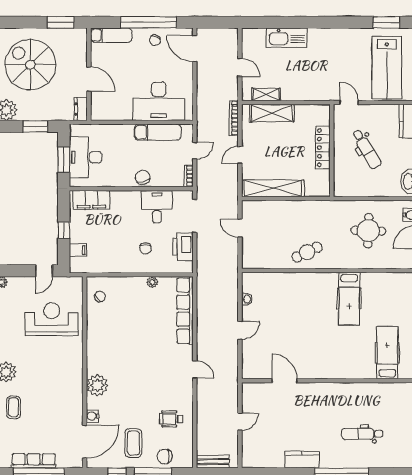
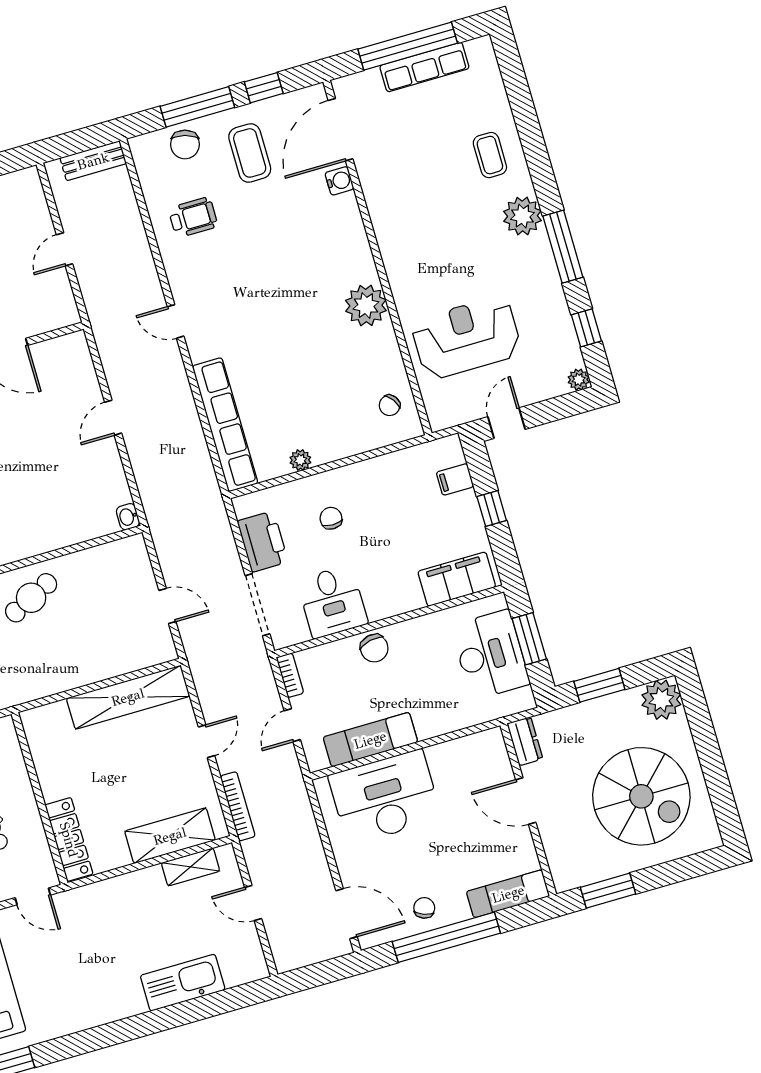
locker: (323, 148) -> (69, 840), moved
washbasin: (247, 299) -> (128, 517), moved
reception desk: (52, 319) -> (466, 338), turned 180
plant: (97, 385) -> (366, 306), moved
chair: (165, 457) -> (185, 144), turned 106

